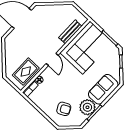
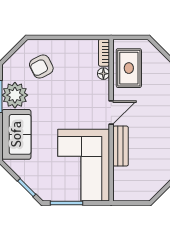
bench: (70, 32) -> (121, 146), moved
door: (52, 59) -> (111, 112), swing flipped

